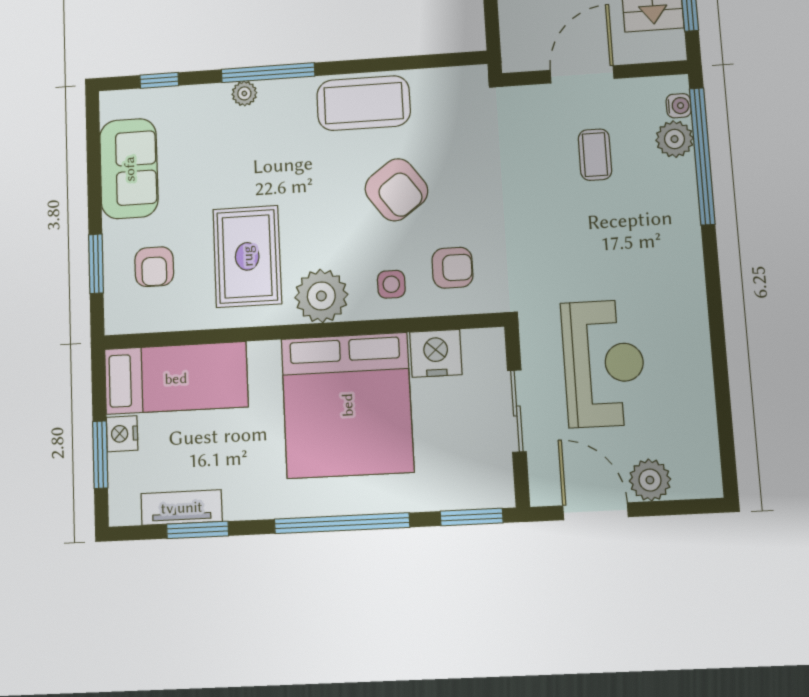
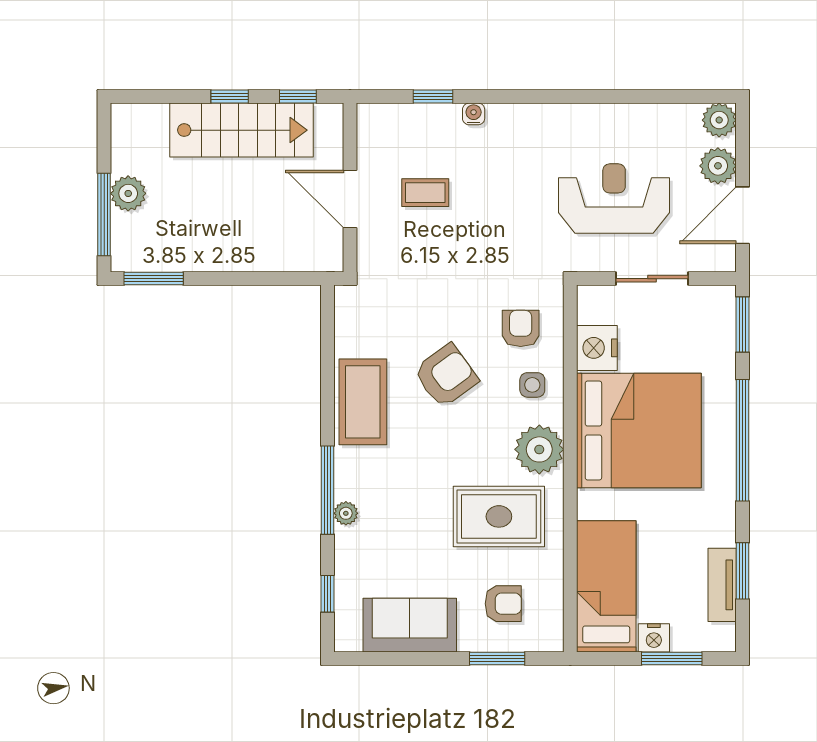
water cooler: (679, 106) -> (474, 114), moved
plant: (675, 139) -> (719, 120), moved
window: (702, 156) -> (433, 97), width x0.32

